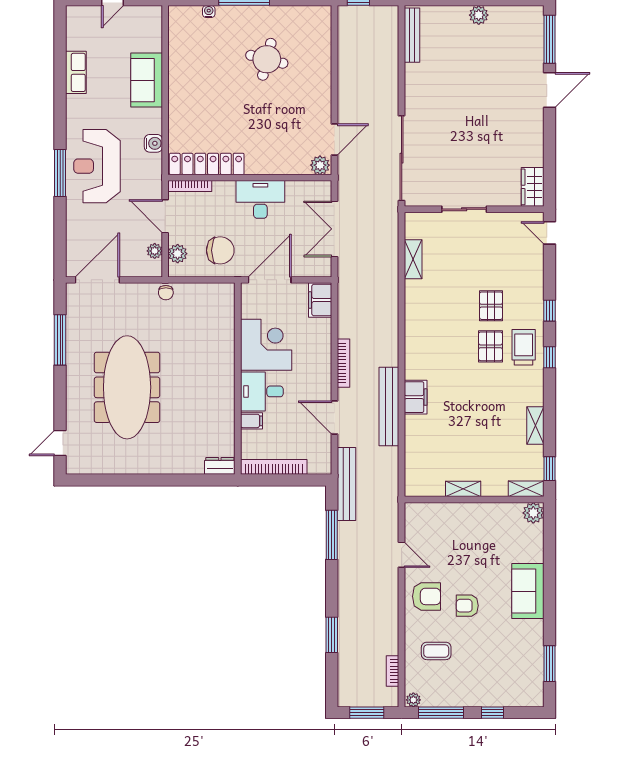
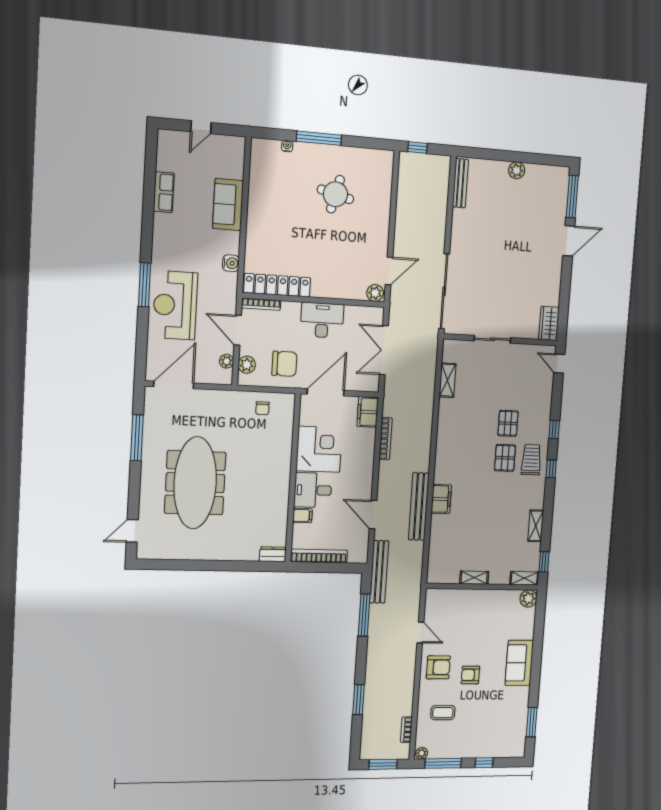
reception desk: (97, 166) -> (175, 305), moved
chair: (166, 293) -> (262, 408), moved
bookcase: (344, 363) -> (386, 439), moved

